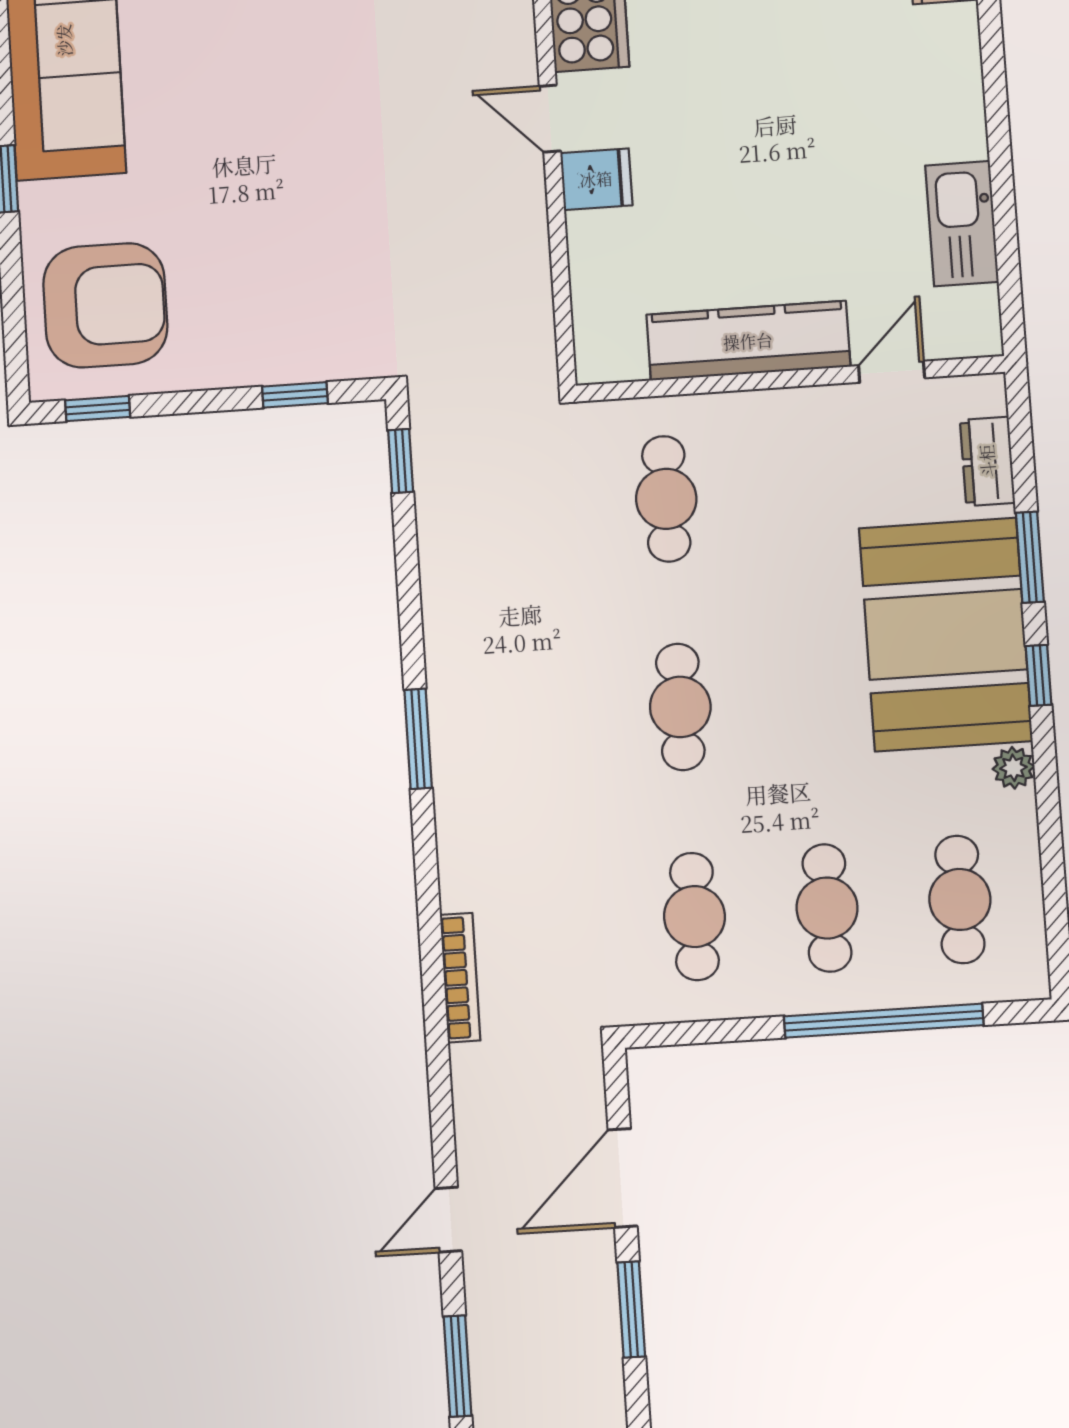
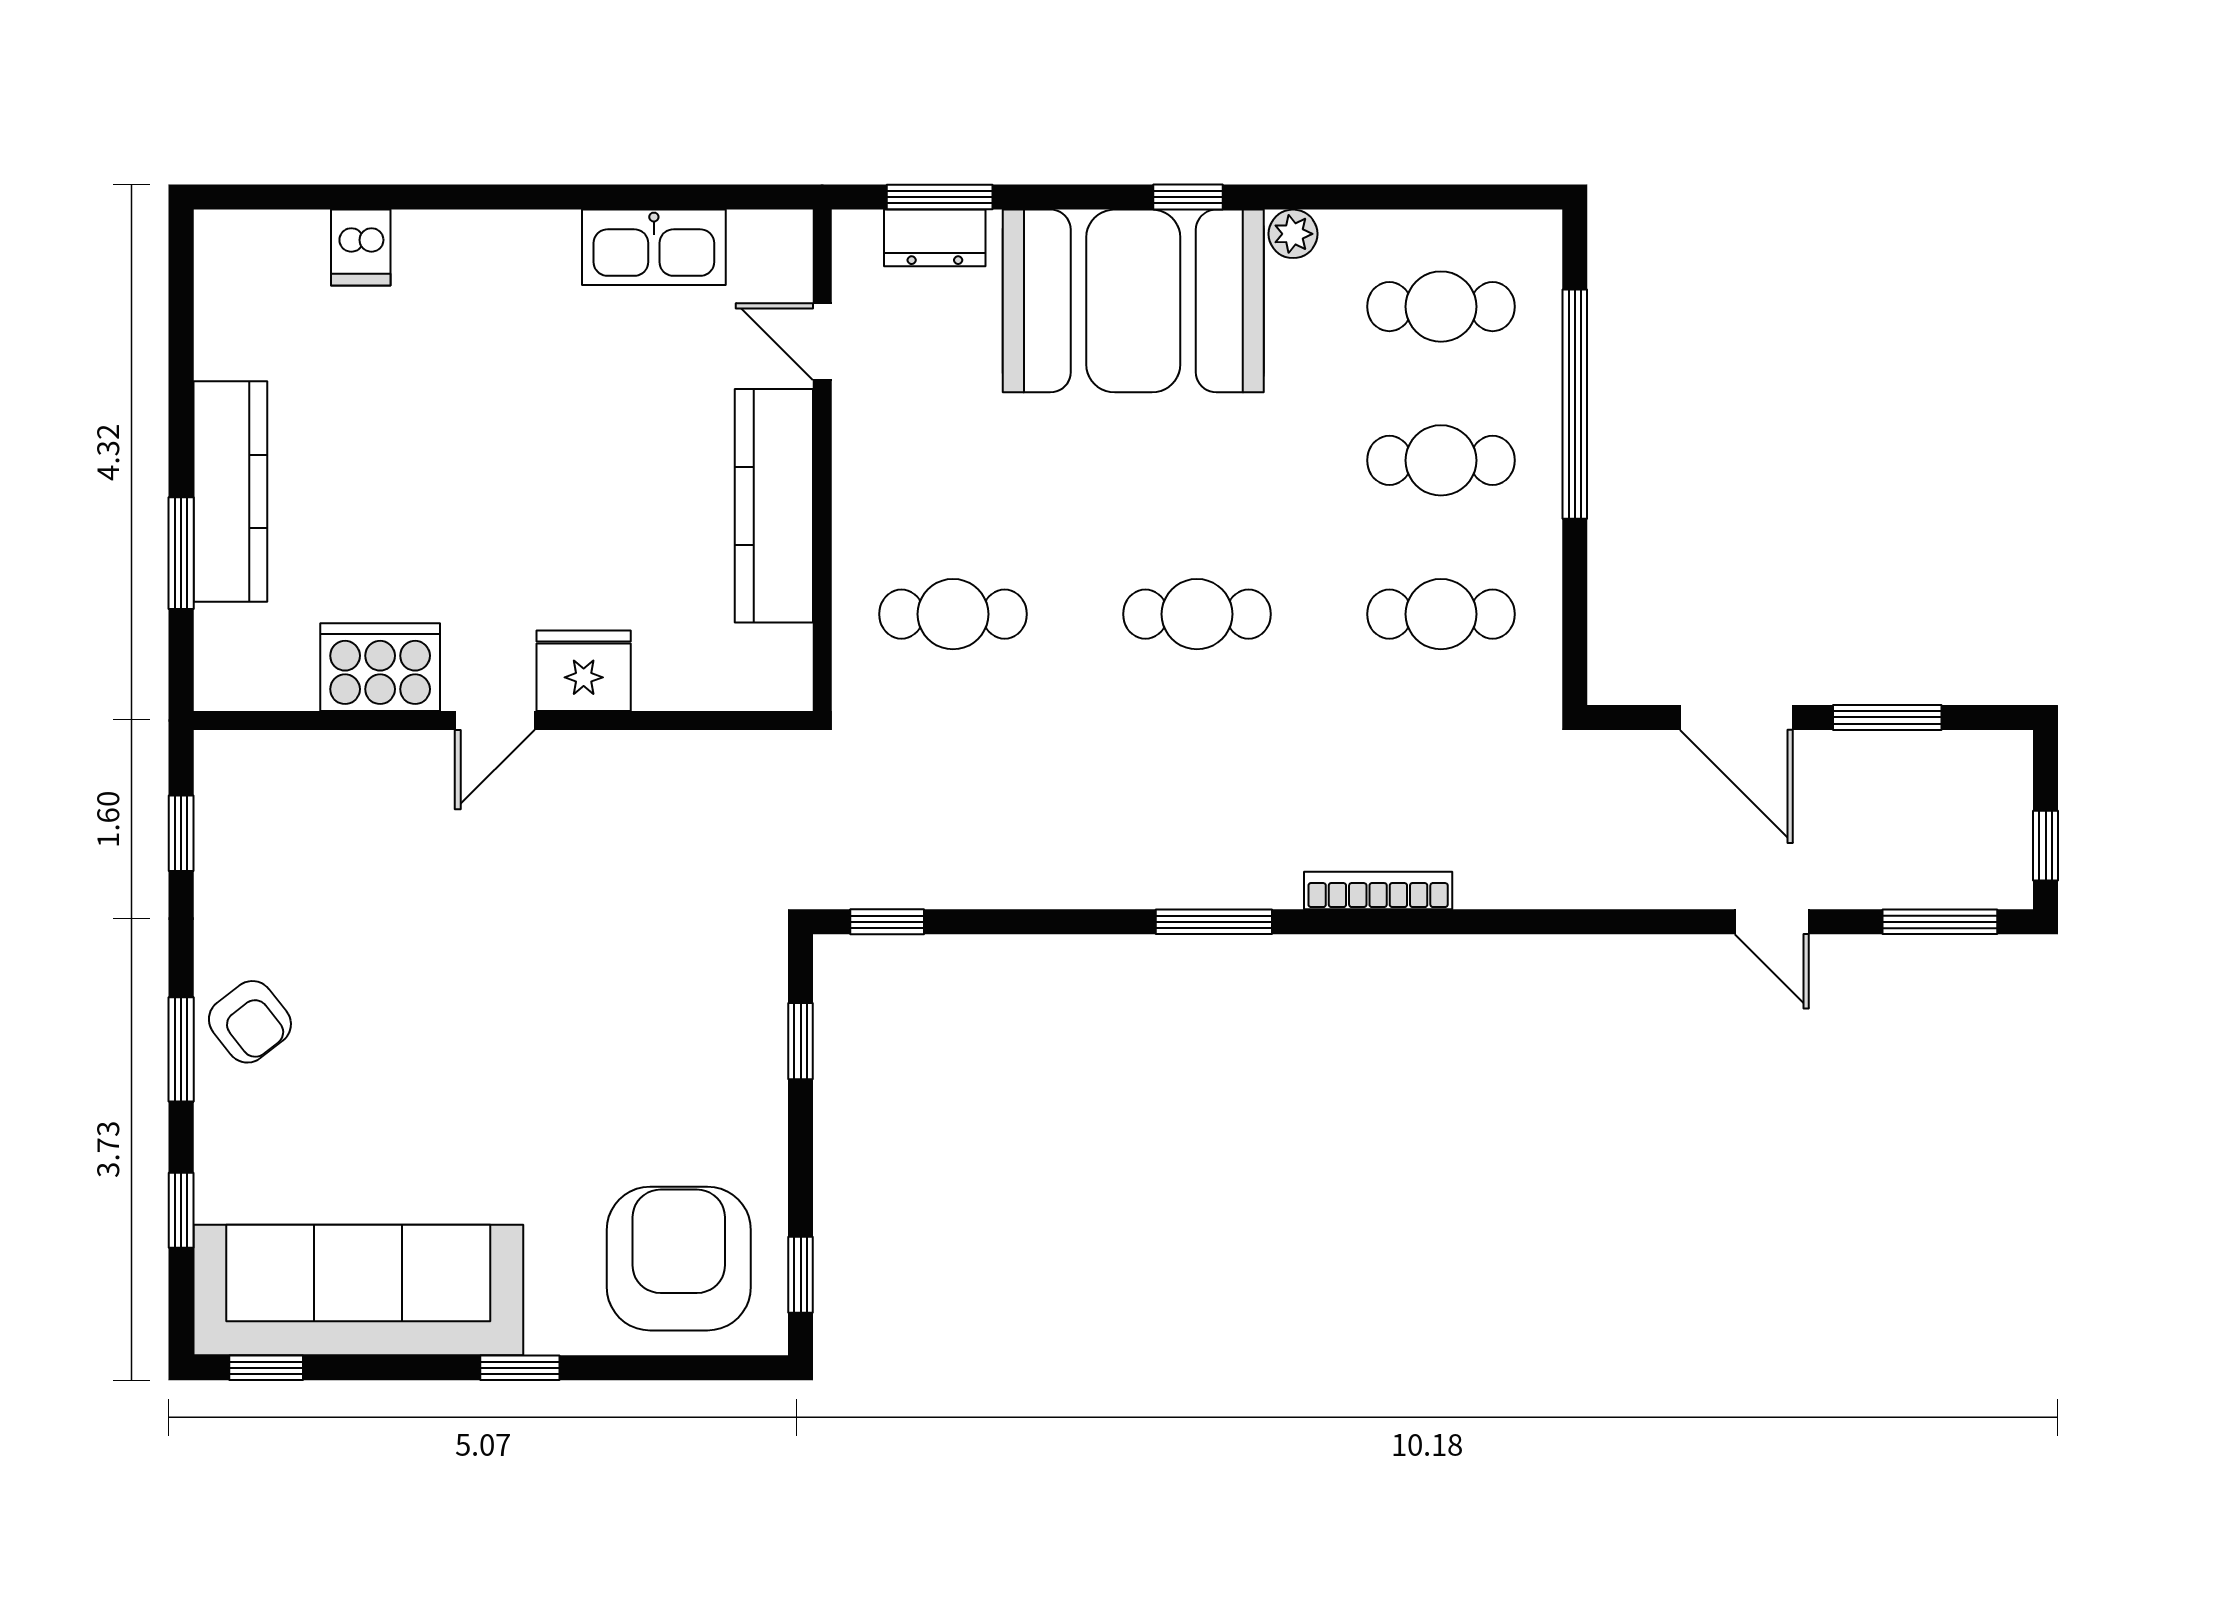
fridge: (596, 179) -> (584, 671), width x1.38
window: (1030, 557) -> (940, 197), moved
bookcase: (460, 978) -> (1378, 890), moved

